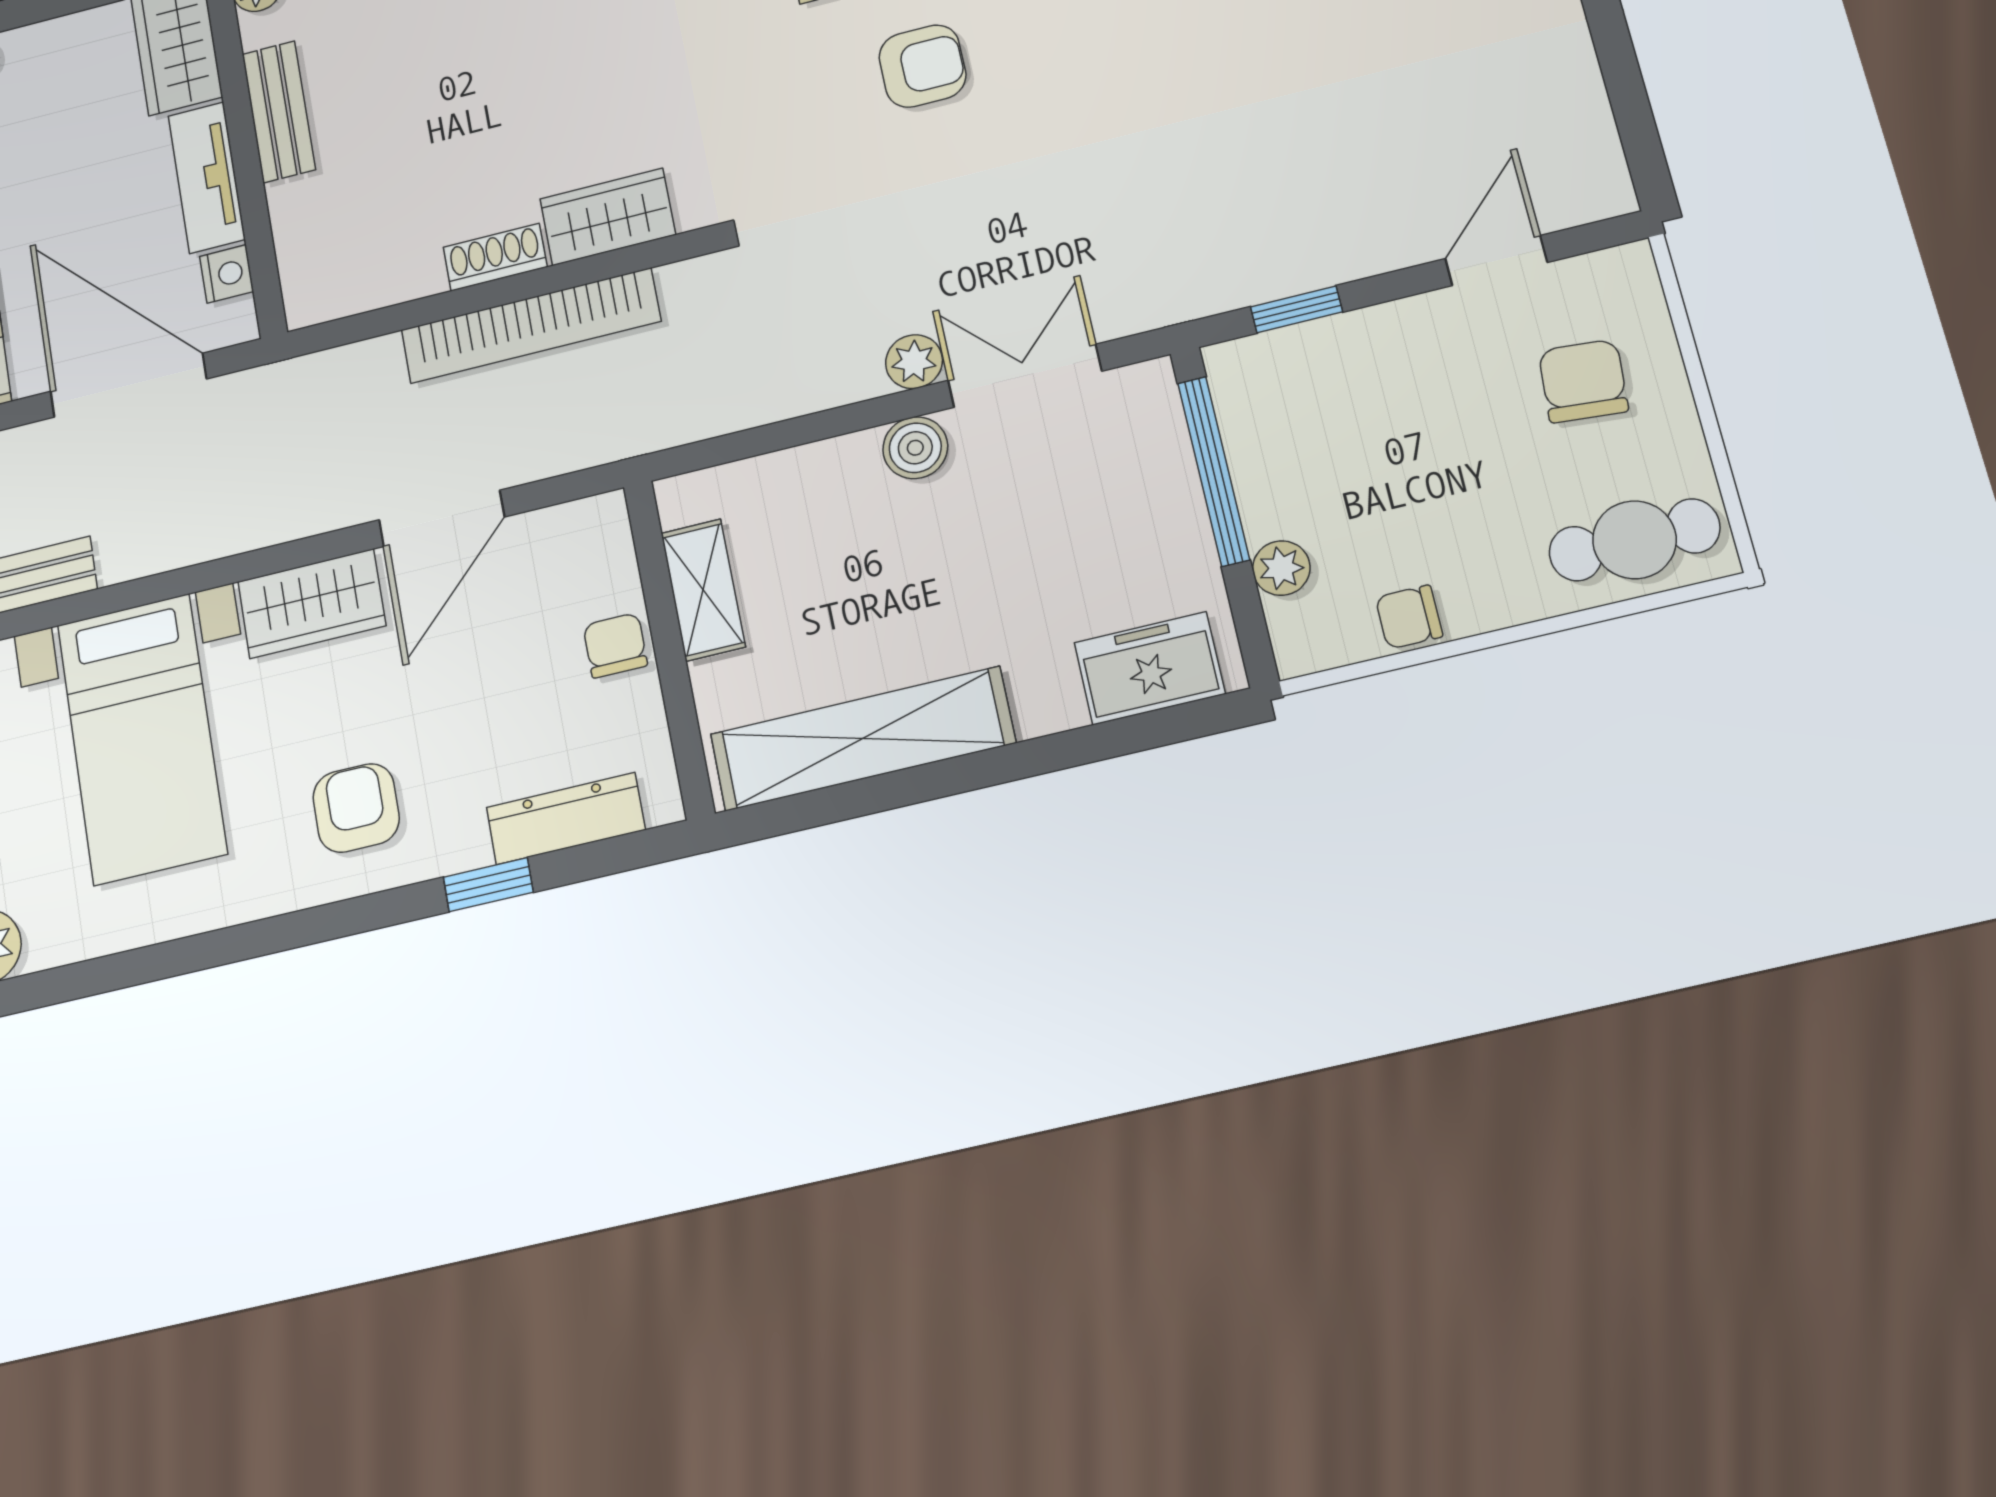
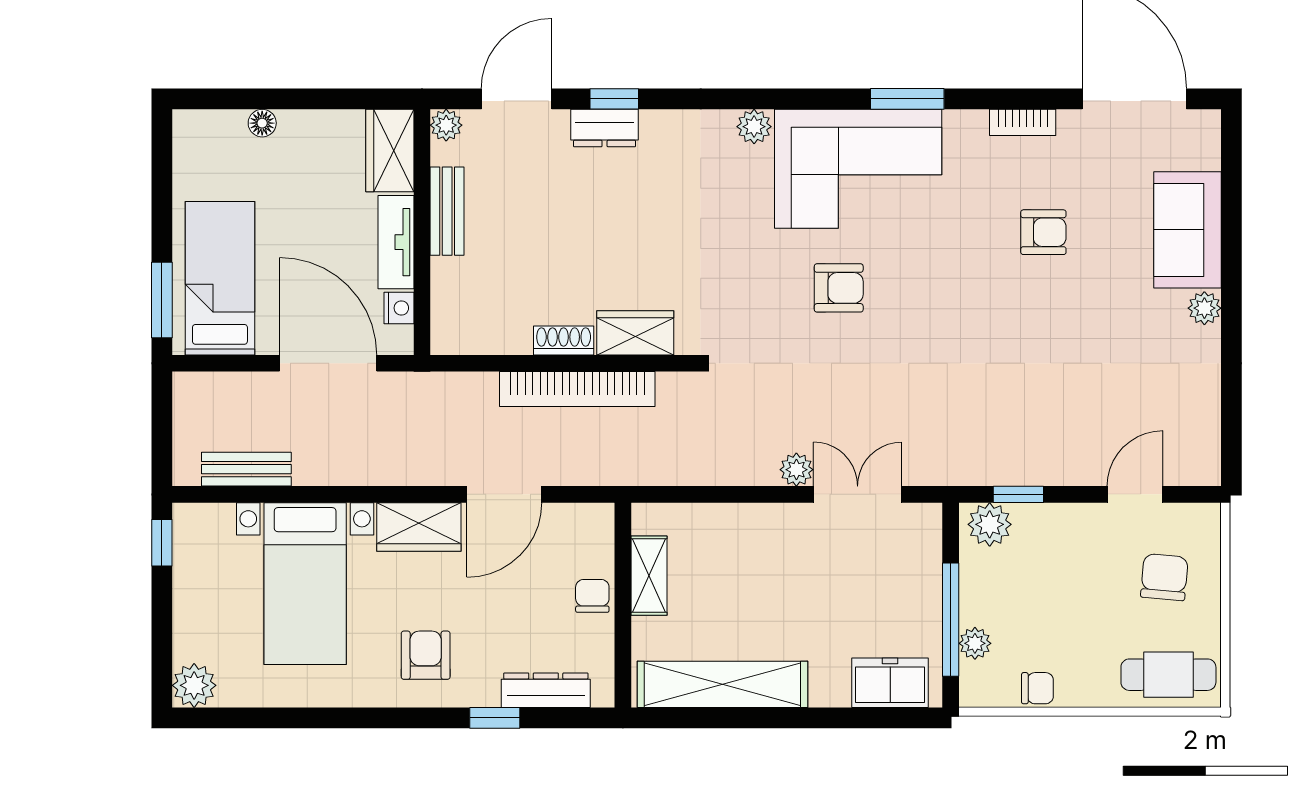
plant: (1259, 369) -> (990, 524), added
boiler: (915, 448) -> (787, 522), removed
window: (1214, 471) -> (951, 620), moved
chair: (1409, 617) -> (1037, 688), turned 180

